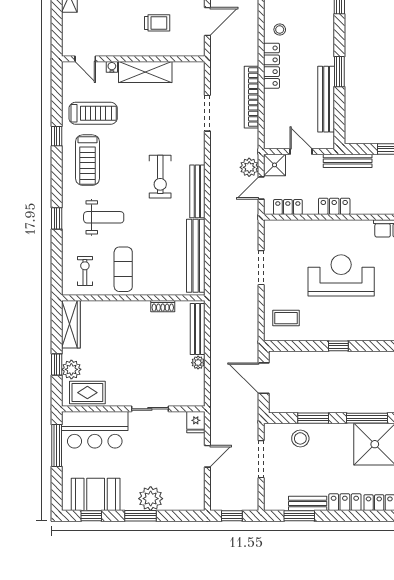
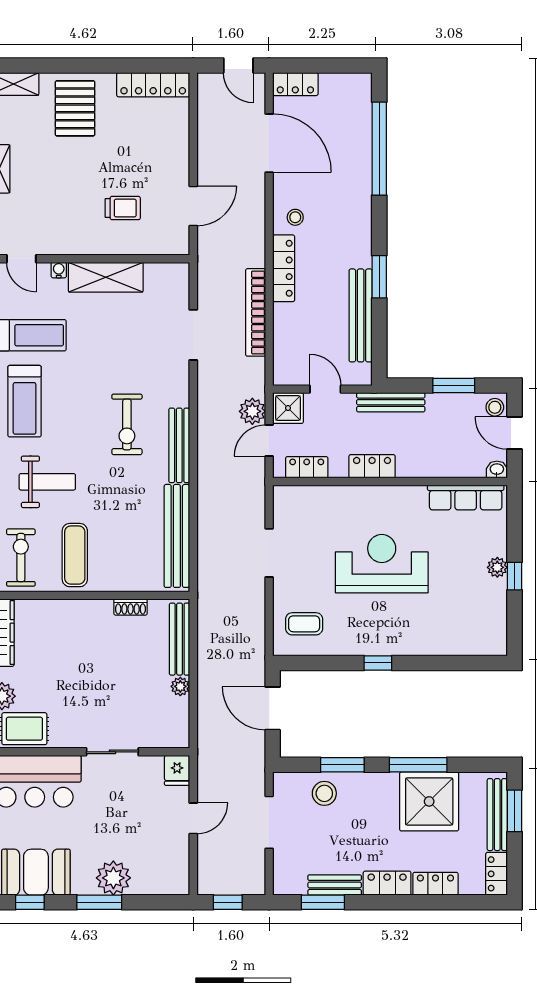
exercise bike: (85, 271) -> (21, 558), width x1.38, depth x1.39

